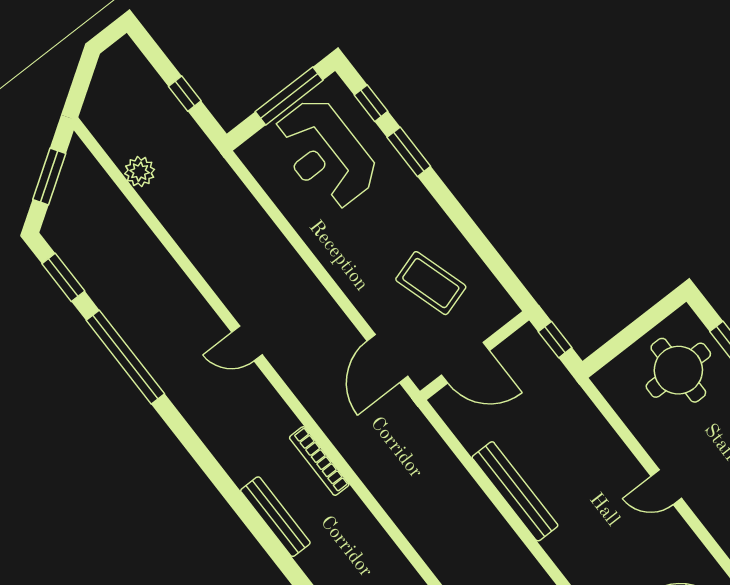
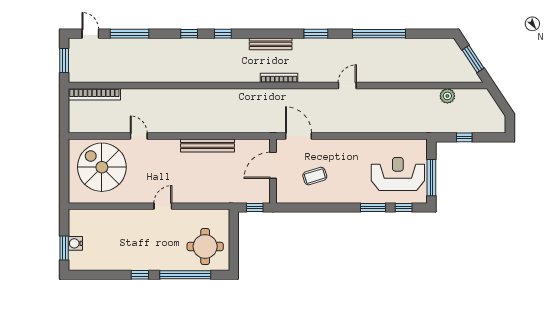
window: (63, 277) -> (316, 34), moved
coffee table: (431, 283) -> (315, 176), width x0.73, depth x0.77

